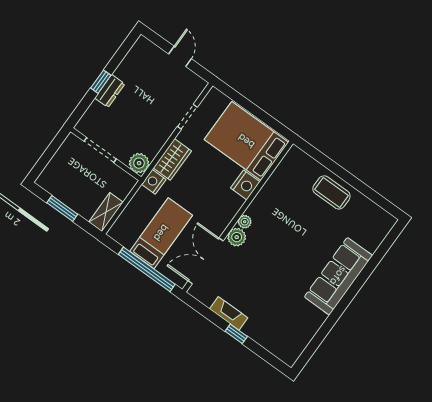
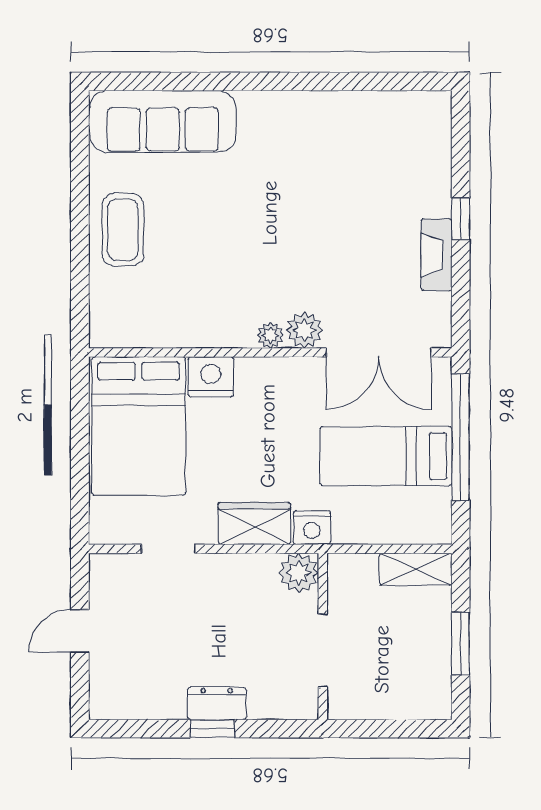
sofa: (338, 276) -> (163, 121), moved

